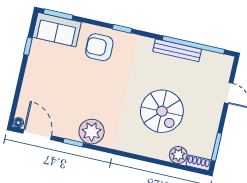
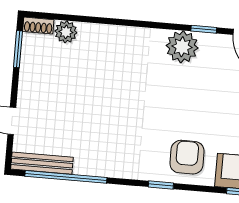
armchair: (99, 47) -> (187, 157), turned -90
bench: (177, 50) -> (42, 163), moved
spiral stairs: (162, 111) -> (95, 86), removed

